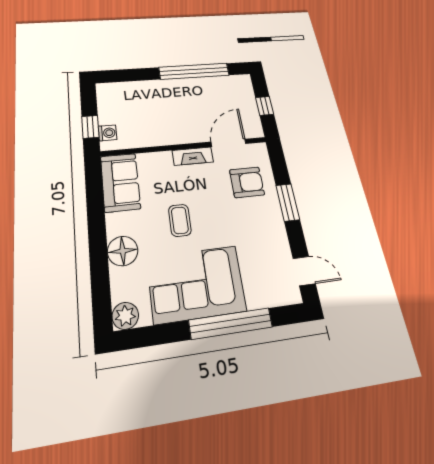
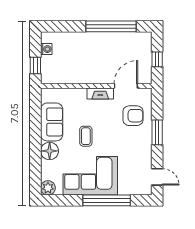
washing machine: (108, 133) -> (46, 49), moved
sofa: (120, 182) -> (52, 122), moved

